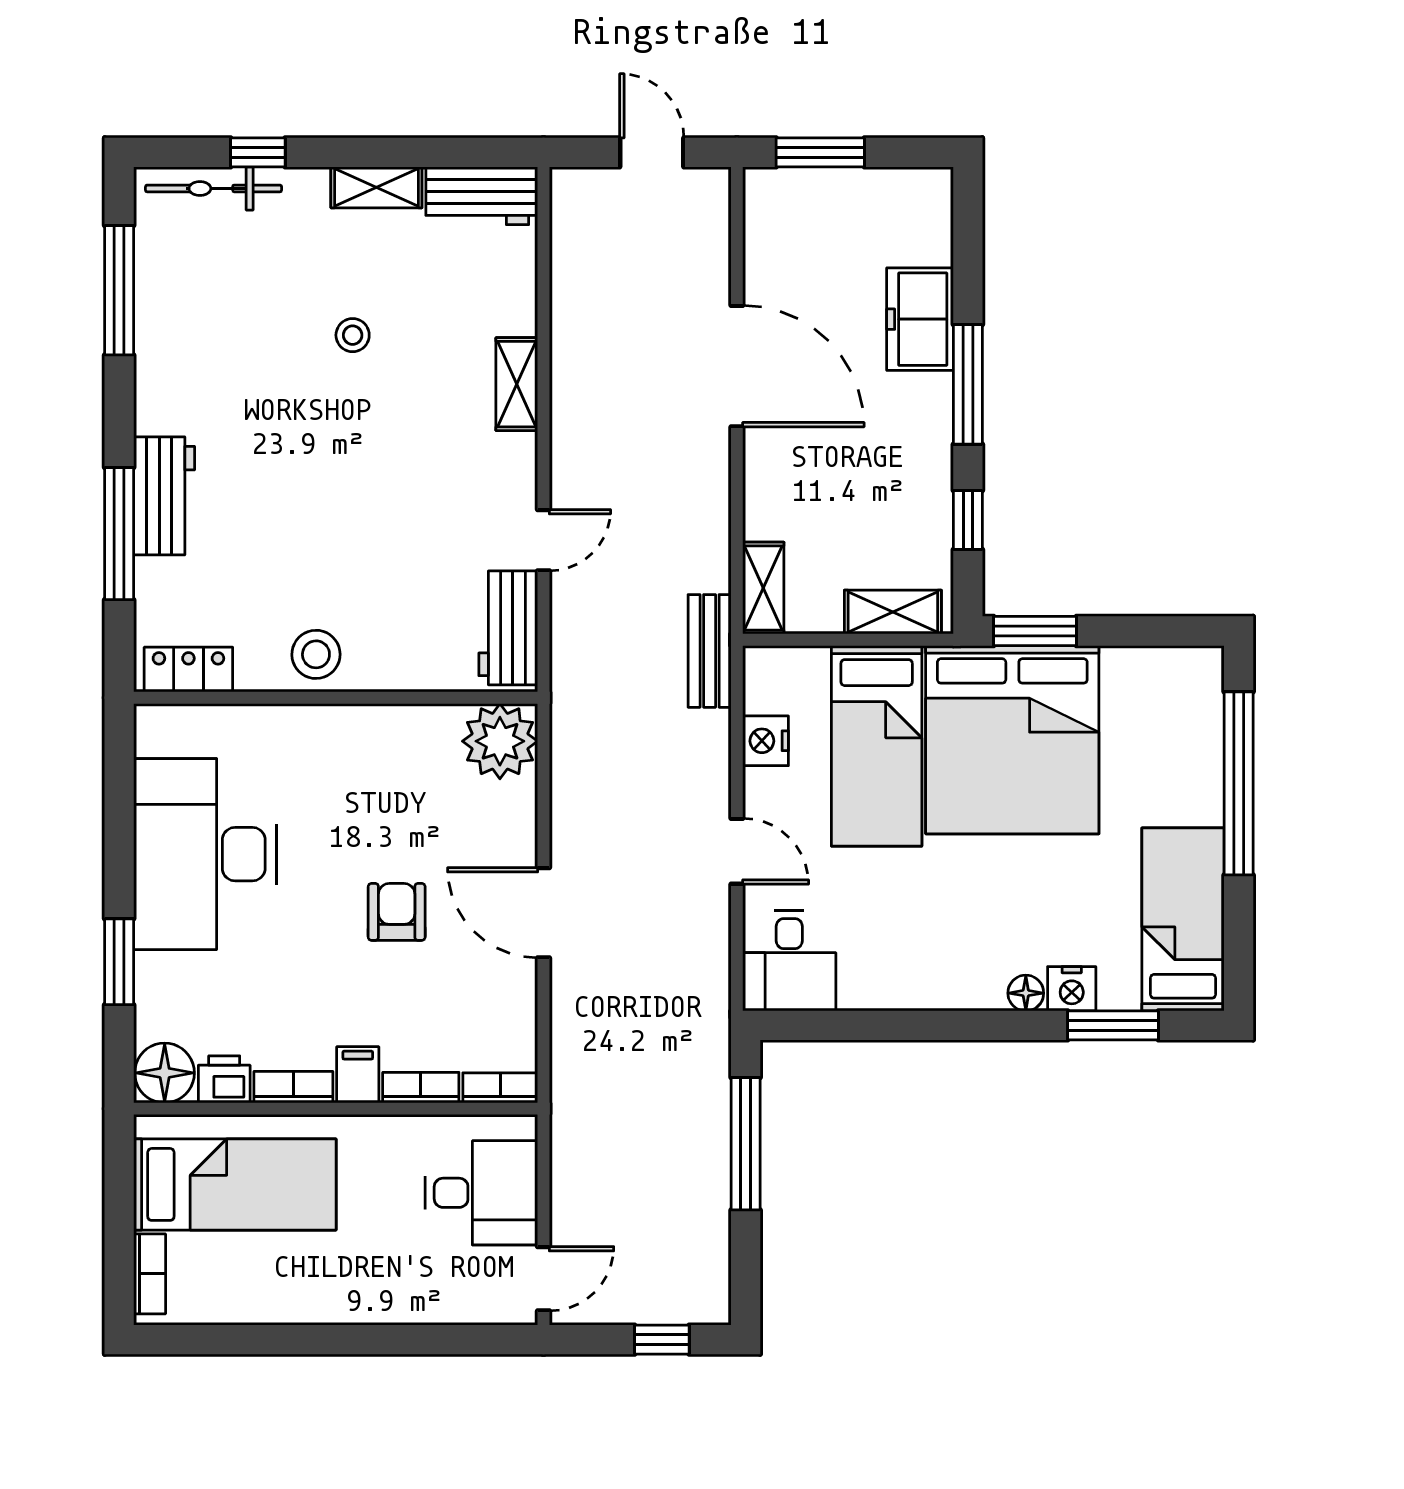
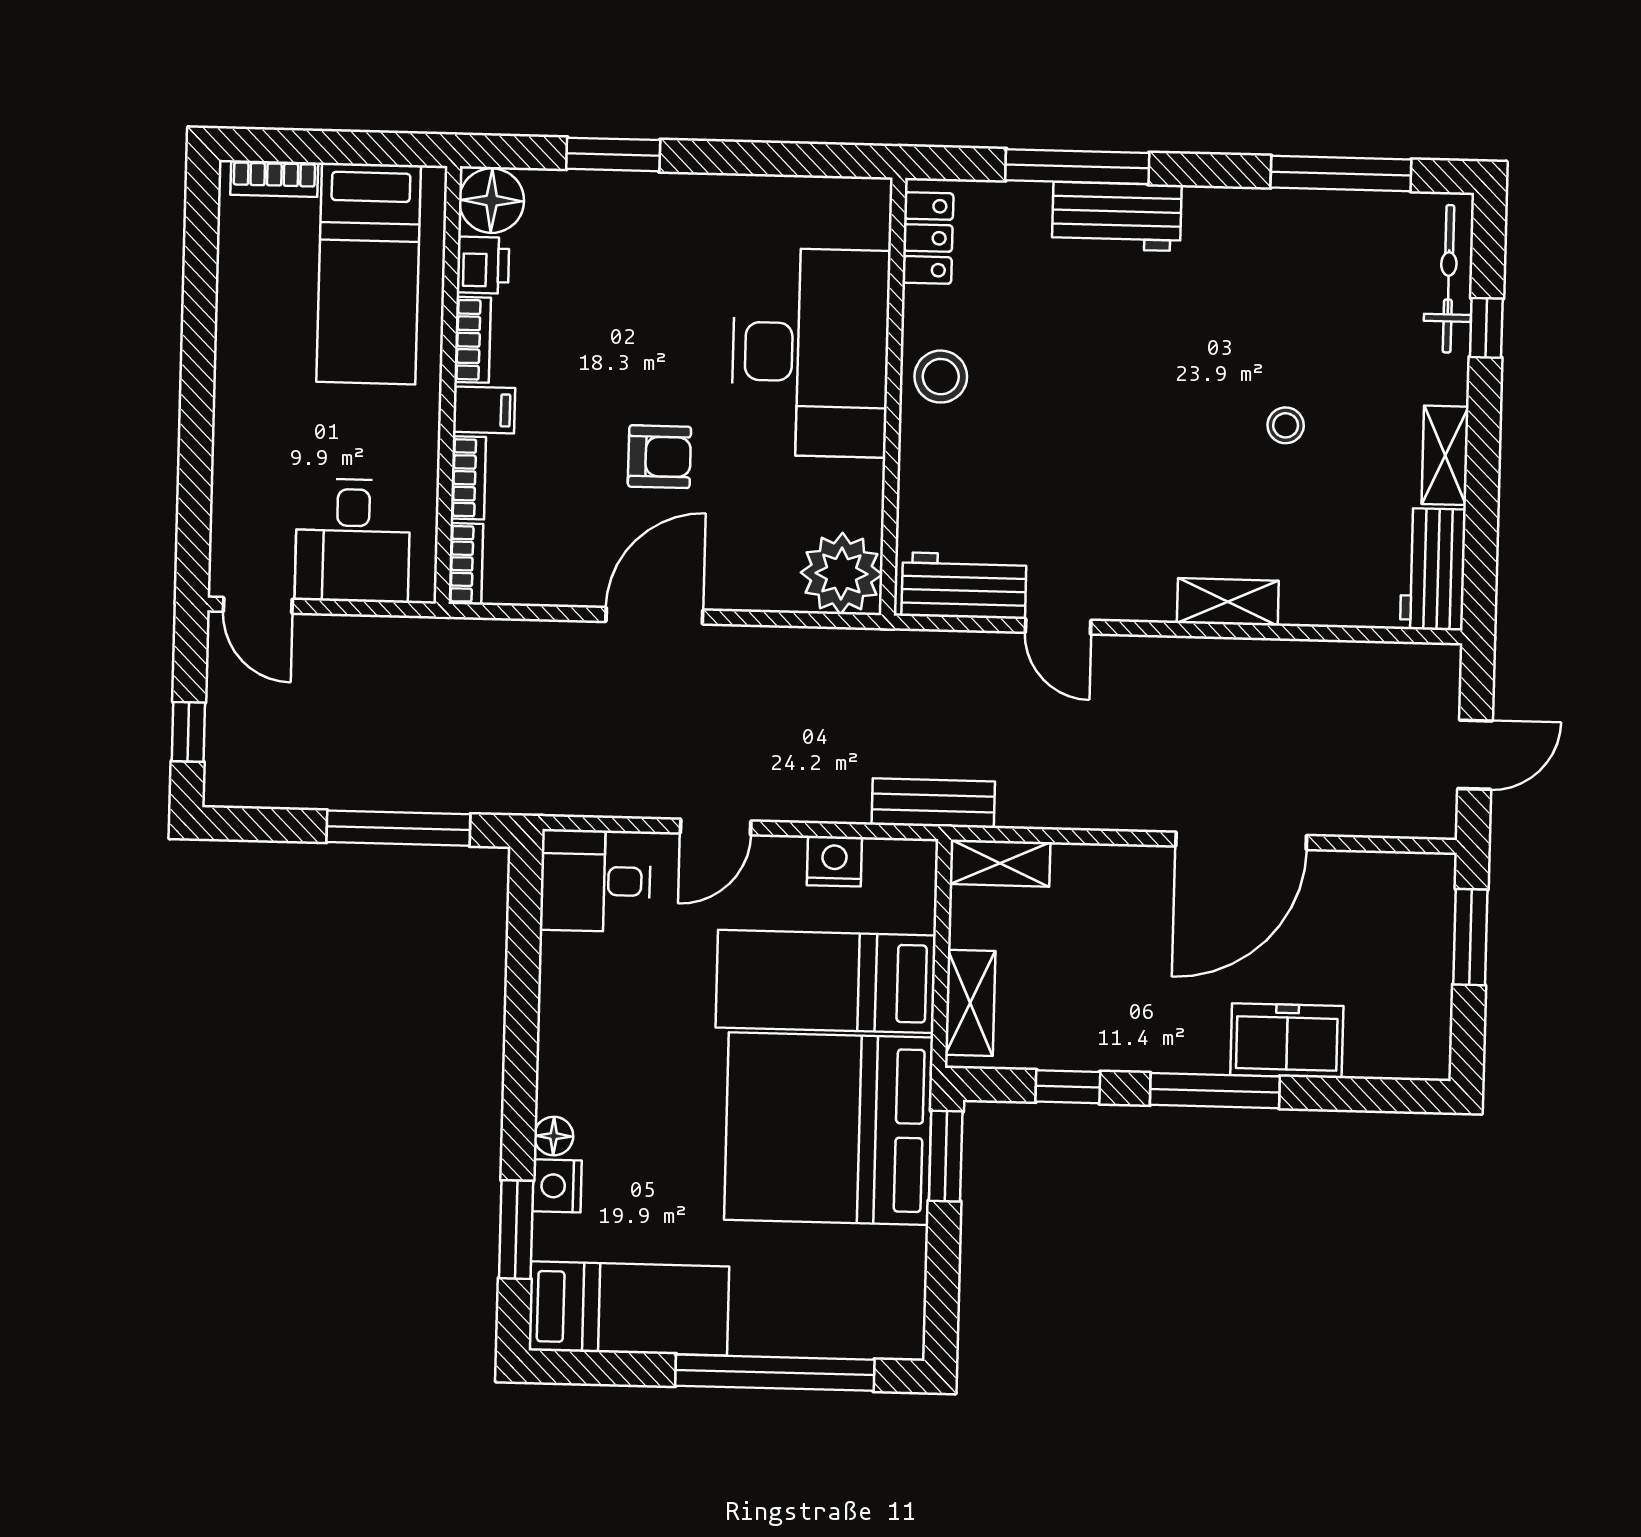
desk: (205, 854) -> (811, 352), moved, turned 90

